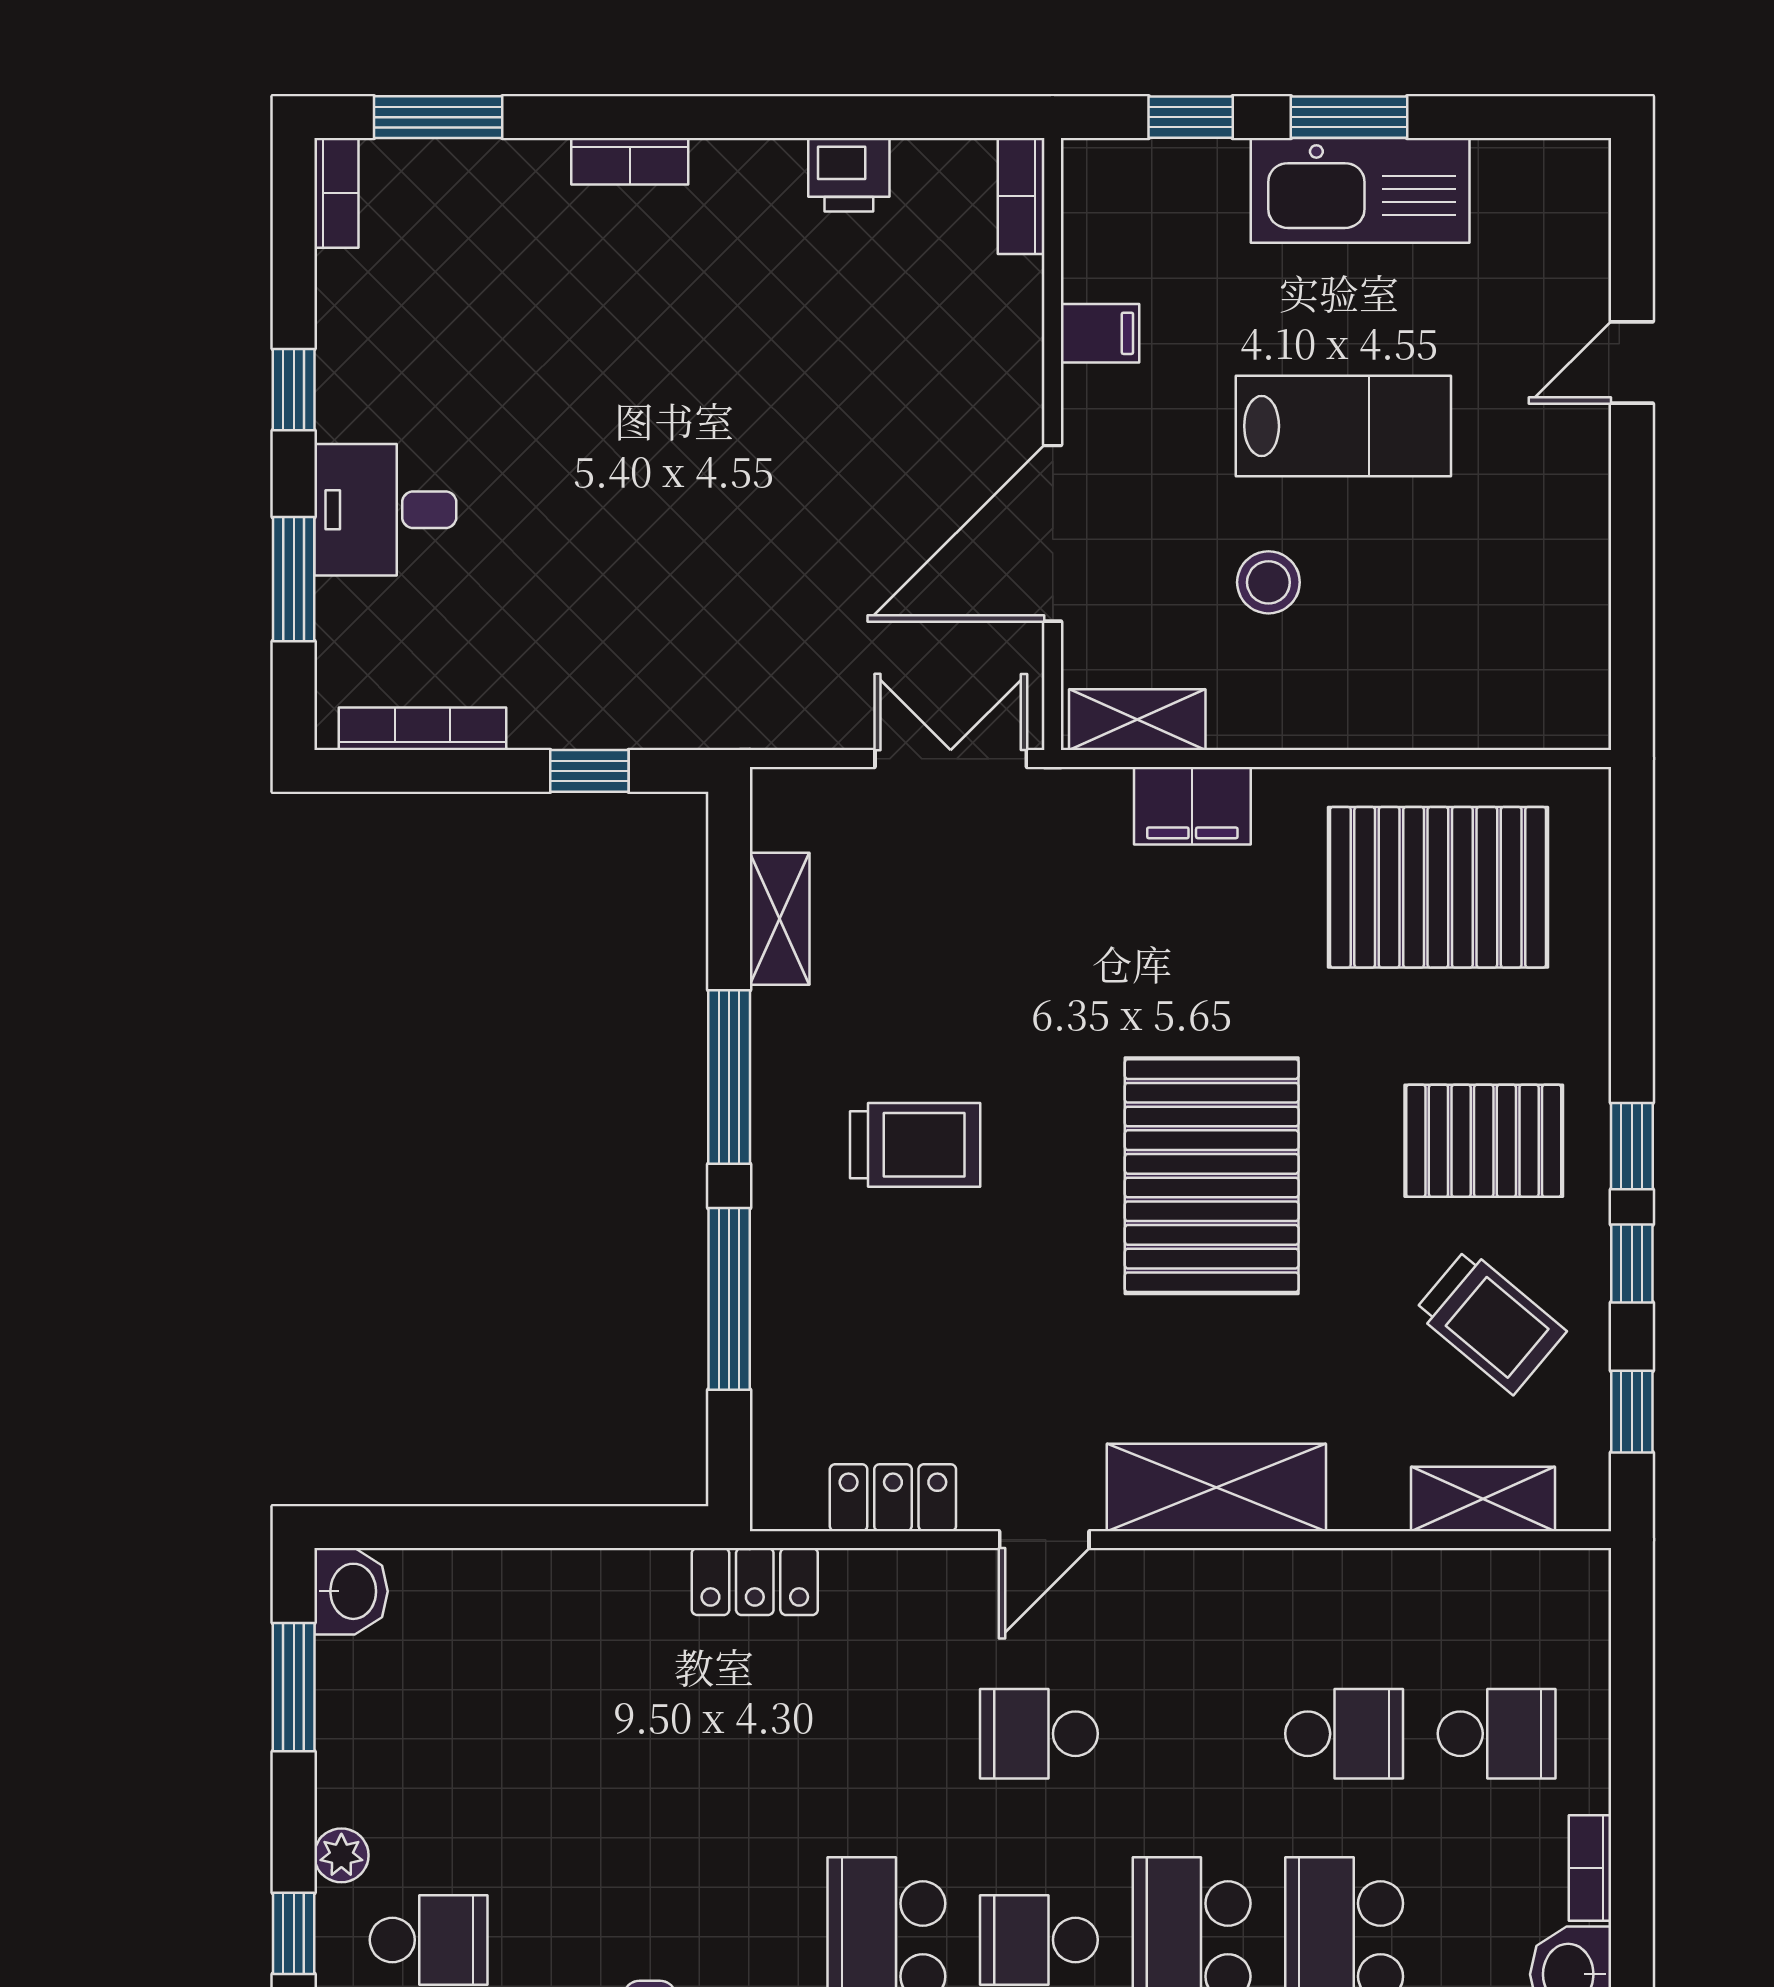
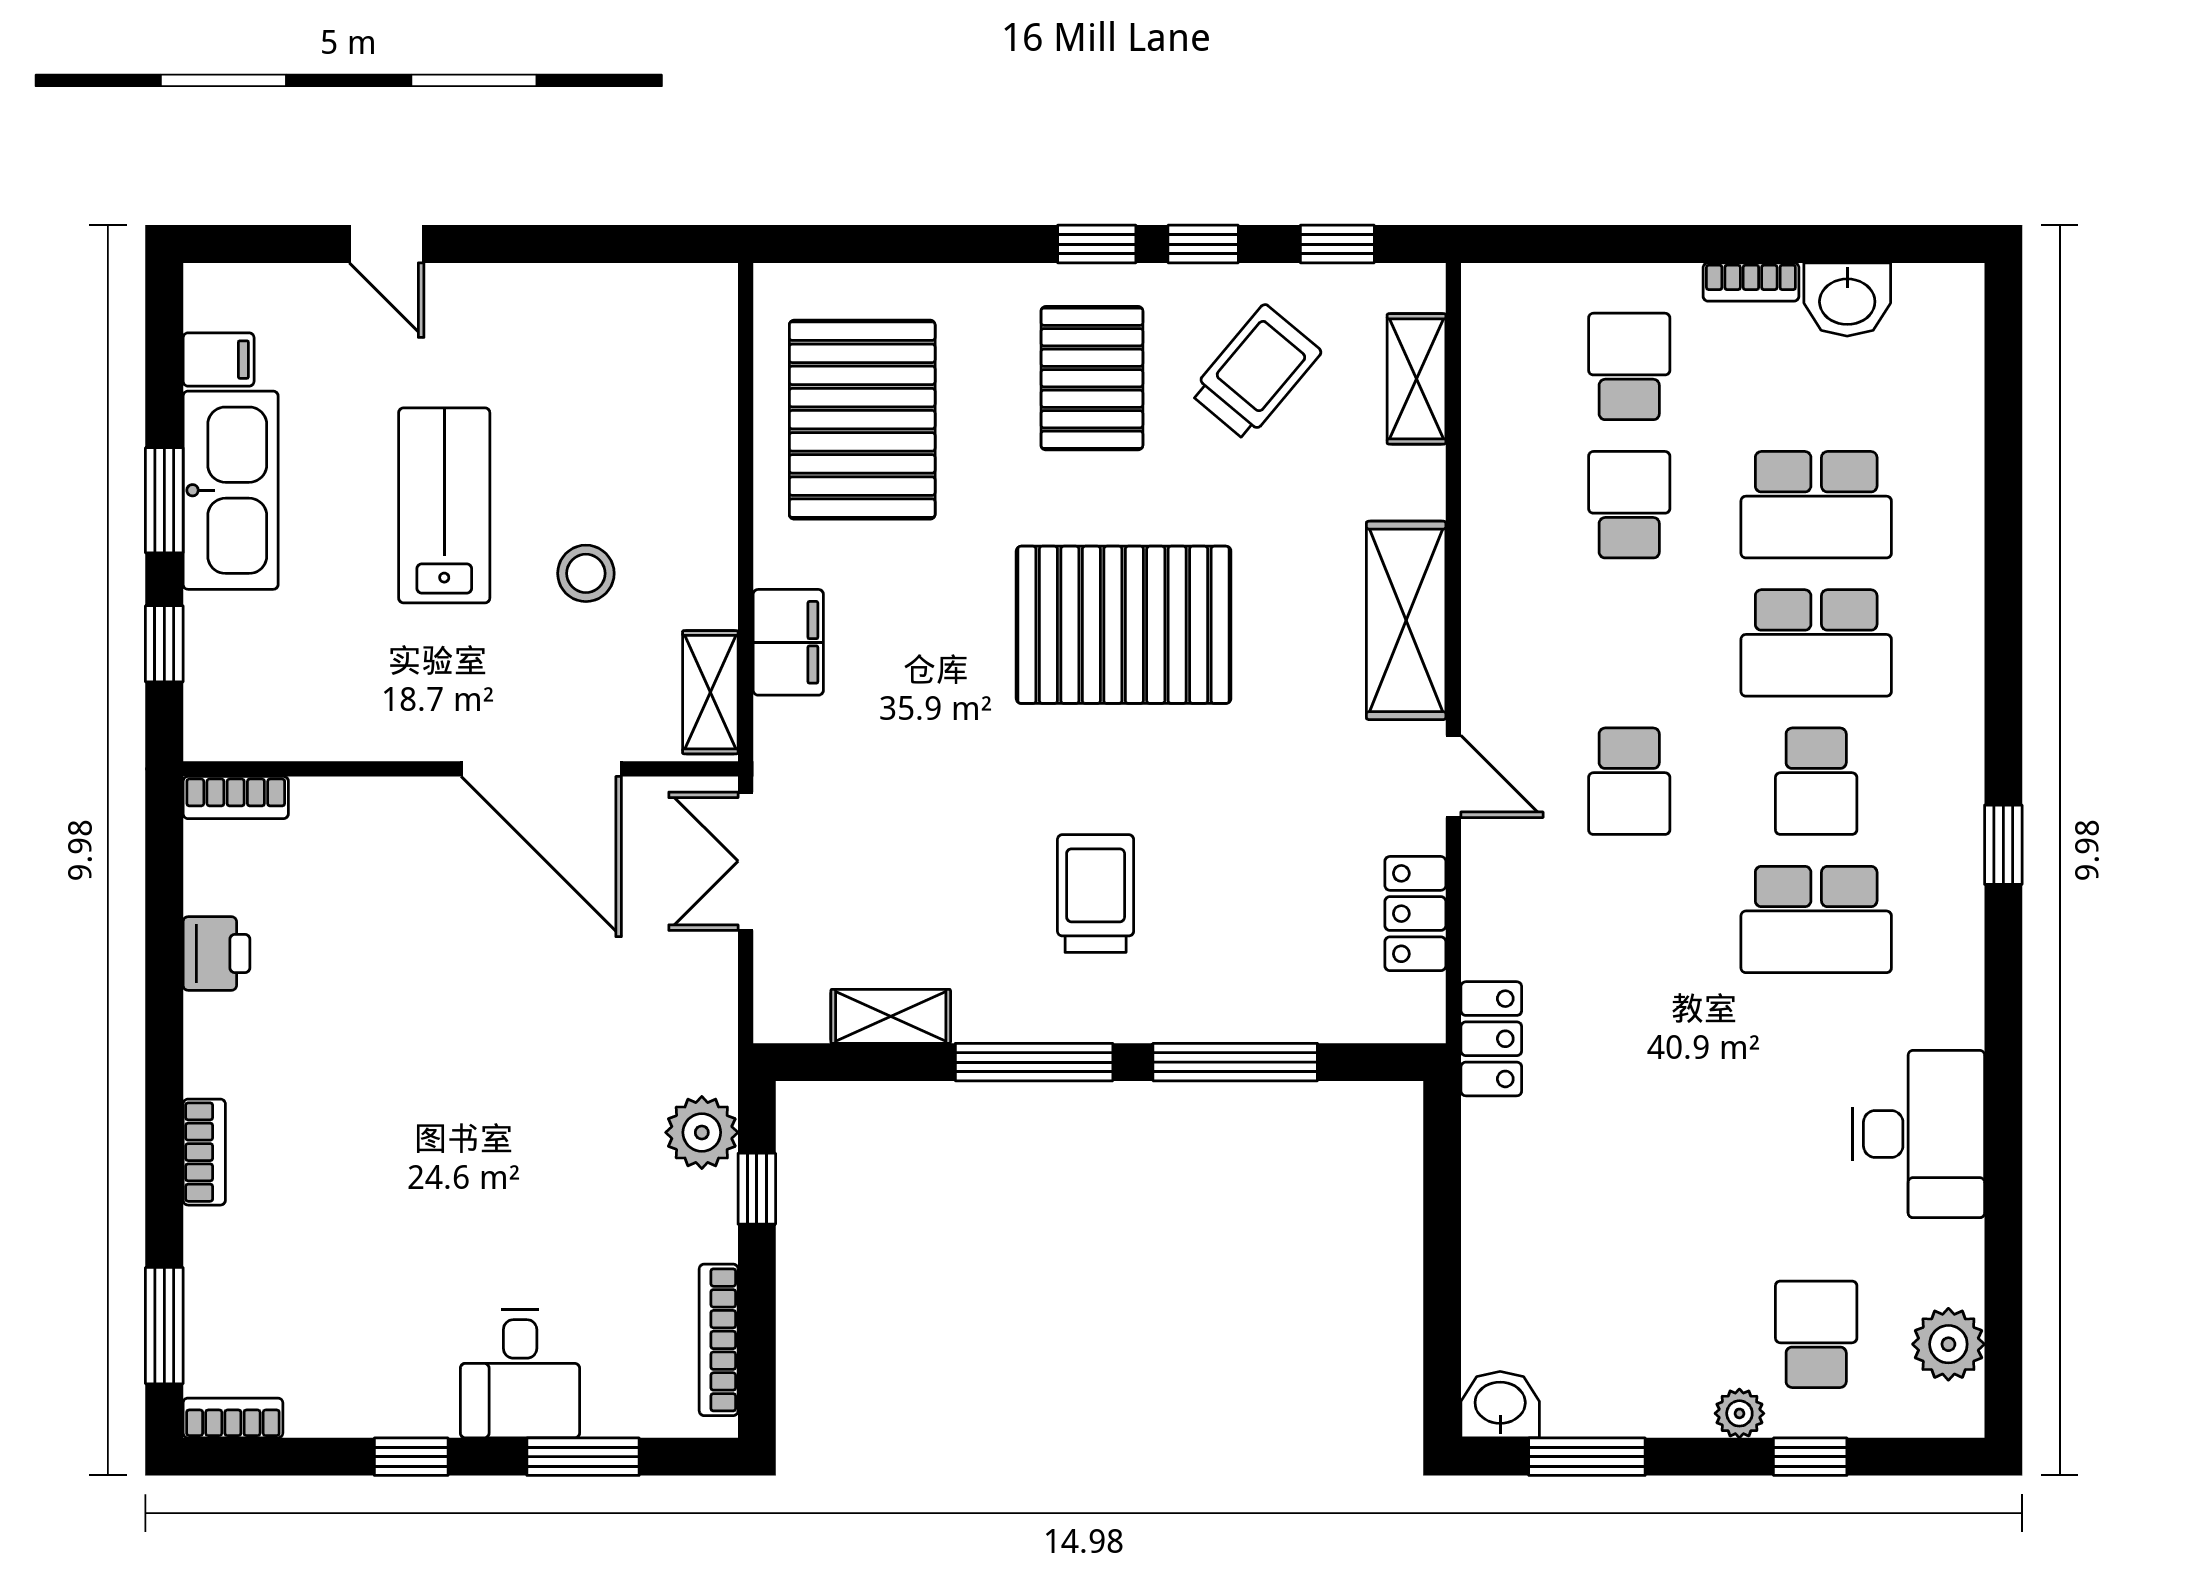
filing cabinet: (1100, 333) -> (219, 360), moved, turned 90
plant: (651, 710) -> (702, 1132), added

